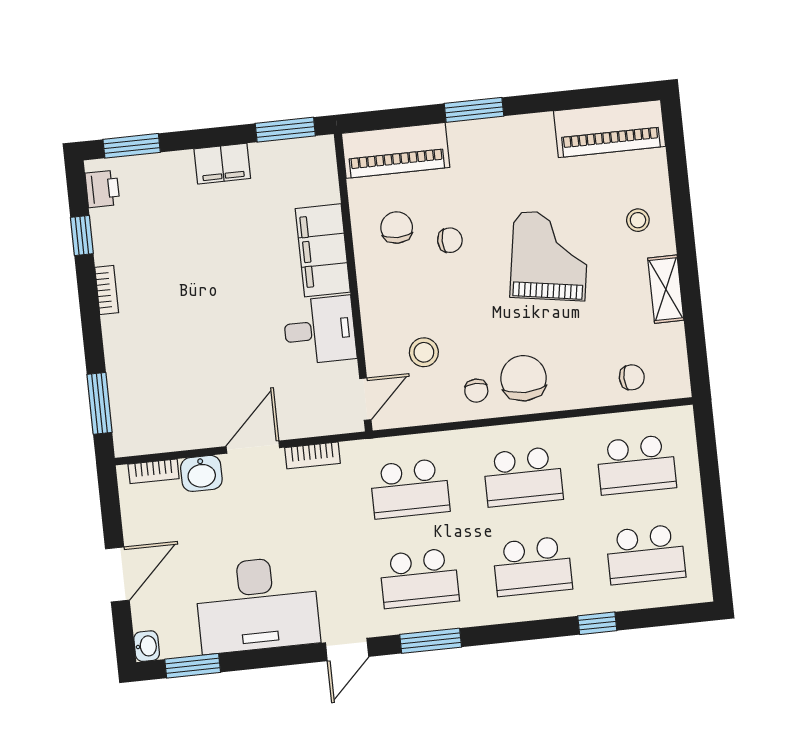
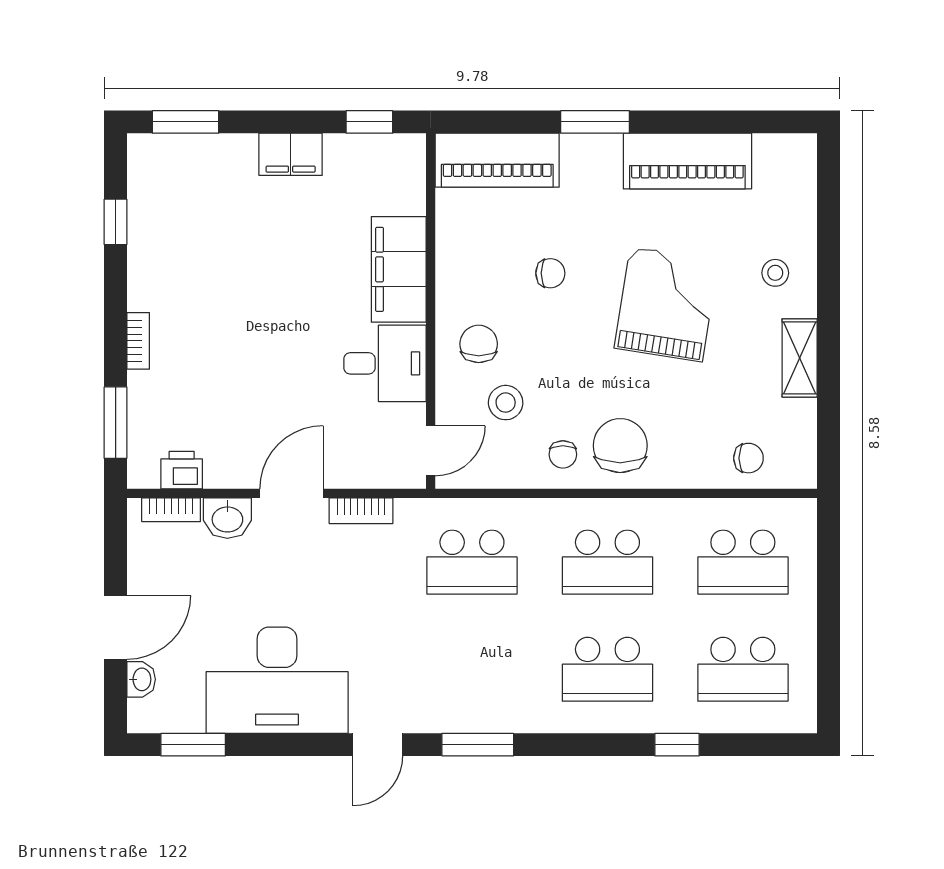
piano: (610, 129) -> (687, 161), moved
window: (285, 130) -> (369, 122), width x0.67
printer: (102, 189) -> (182, 470), moved, turned -90
chair: (397, 228) -> (479, 344), moved
bookcase: (107, 290) -> (138, 341), moved
school desk: (419, 578) -> (472, 669), removed
washbasin: (147, 646) -> (141, 679), moved

